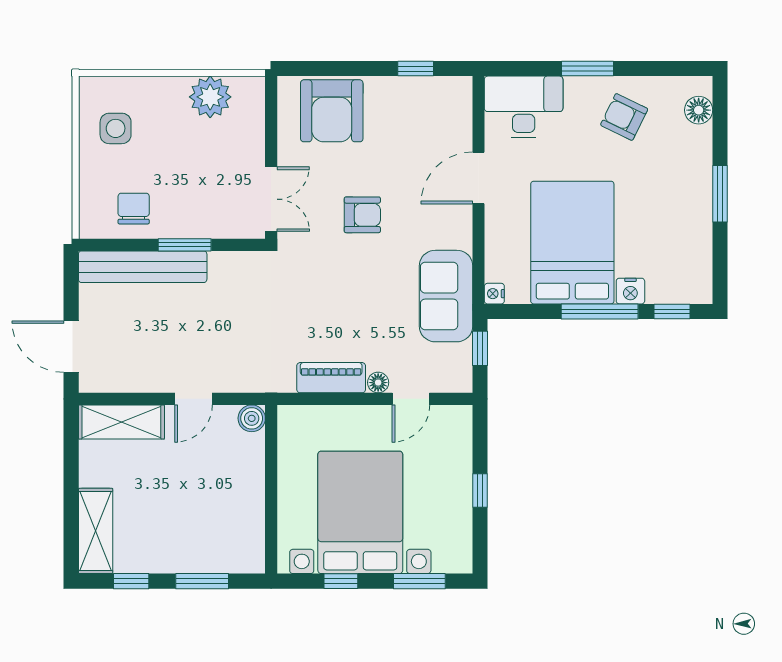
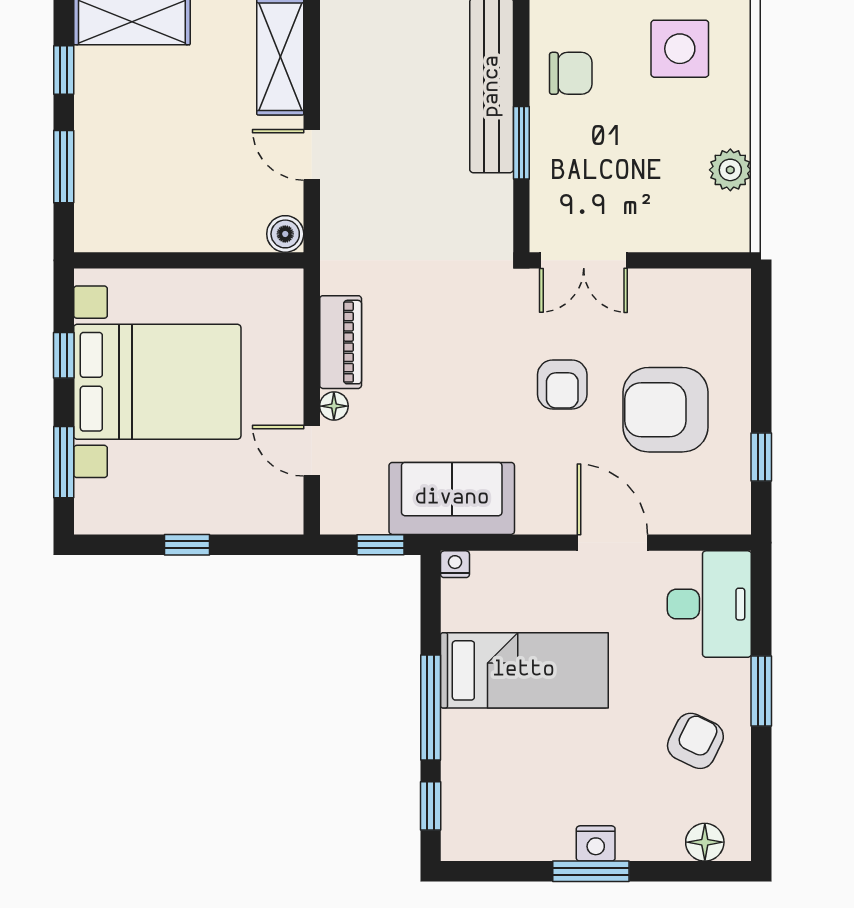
plant: (210, 97) -> (730, 170), width x0.73, depth x0.73
armchair: (332, 111) -> (666, 410), moved
side table: (116, 128) -> (680, 49), width x1.37, depth x1.37
bed: (572, 243) -> (524, 670), width x0.67
nightstand: (630, 291) -> (596, 843), moved, turned -90

